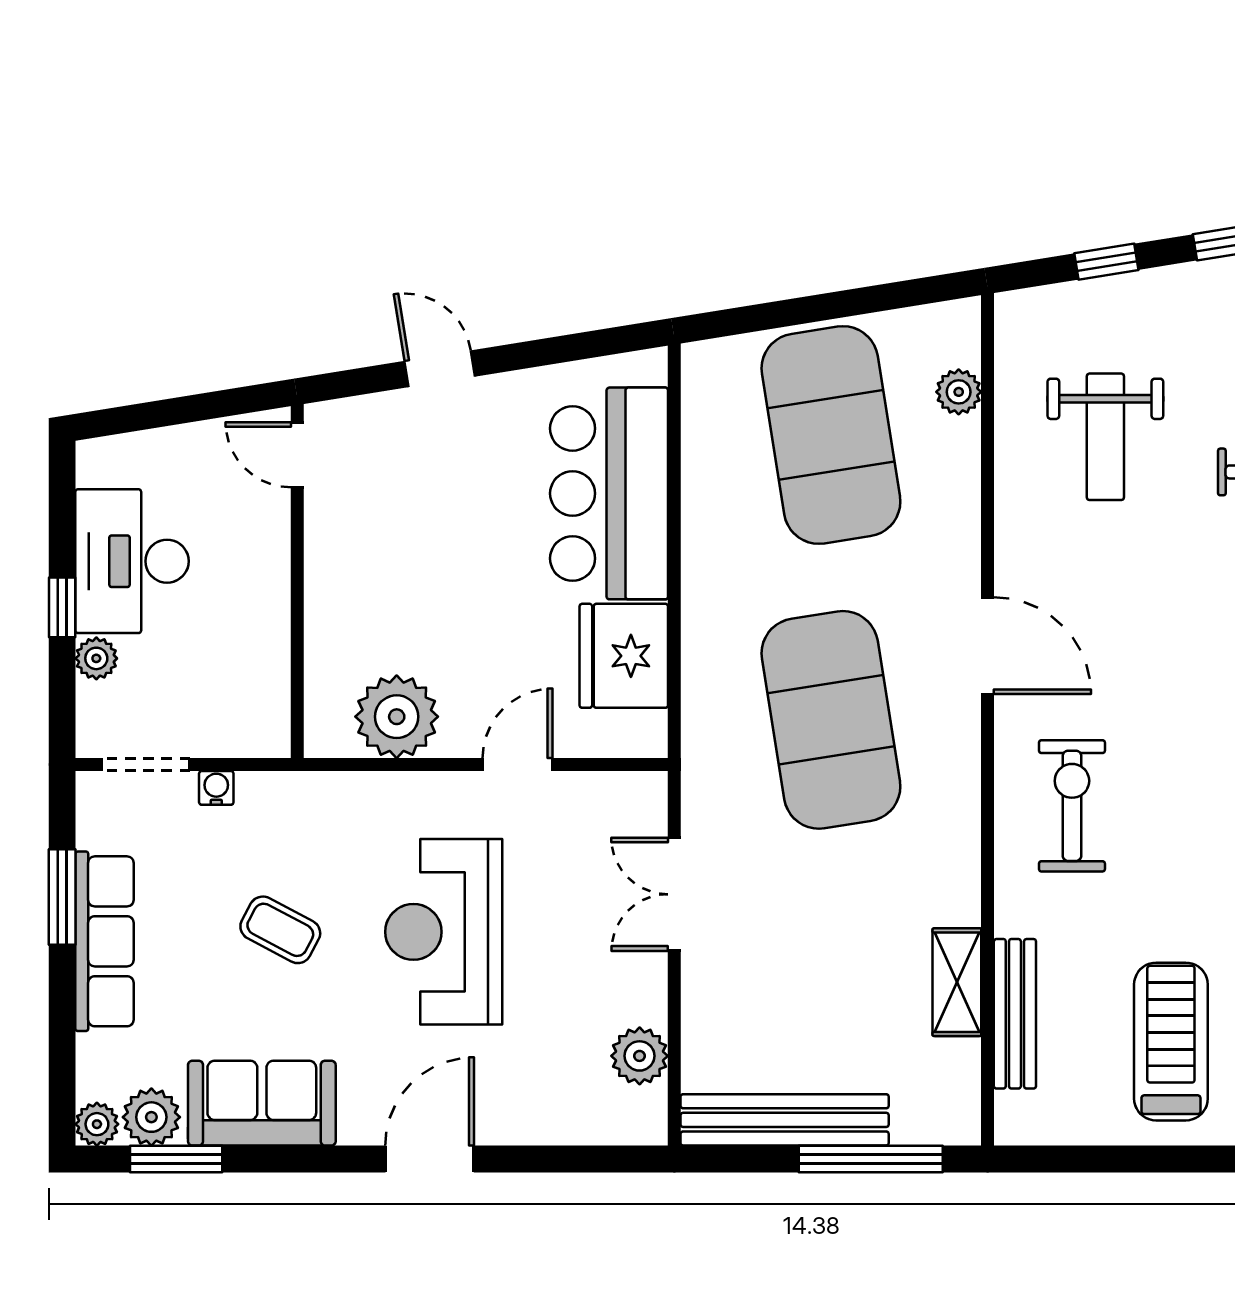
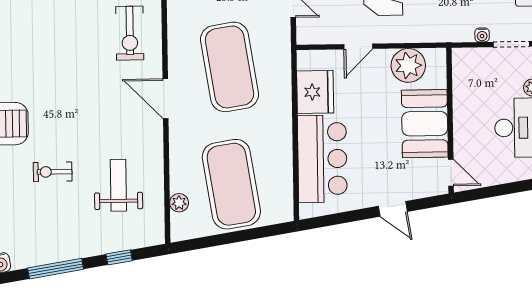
booth: (359, 575) -> (425, 124), added

